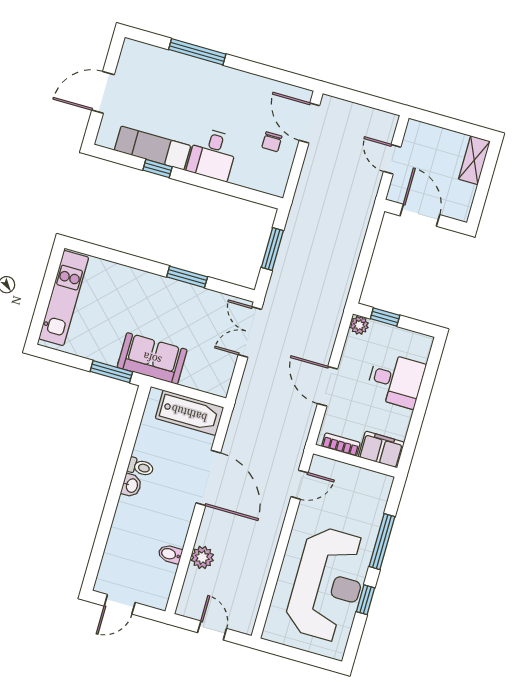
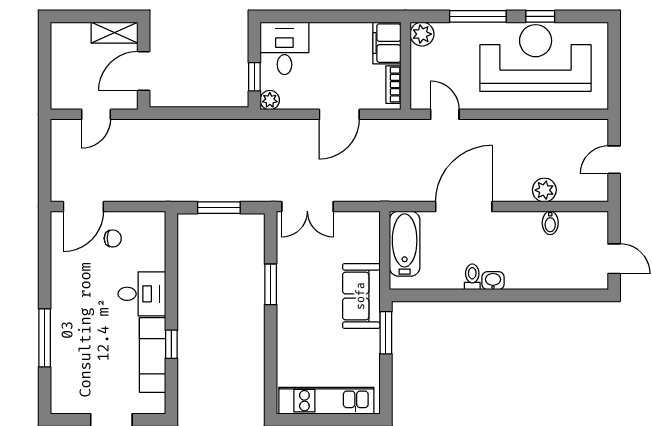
shelving: (474, 160) -> (115, 33), moved
desk: (396, 380) -> (284, 48), moved
plant: (380, 485) -> (422, 34), added

